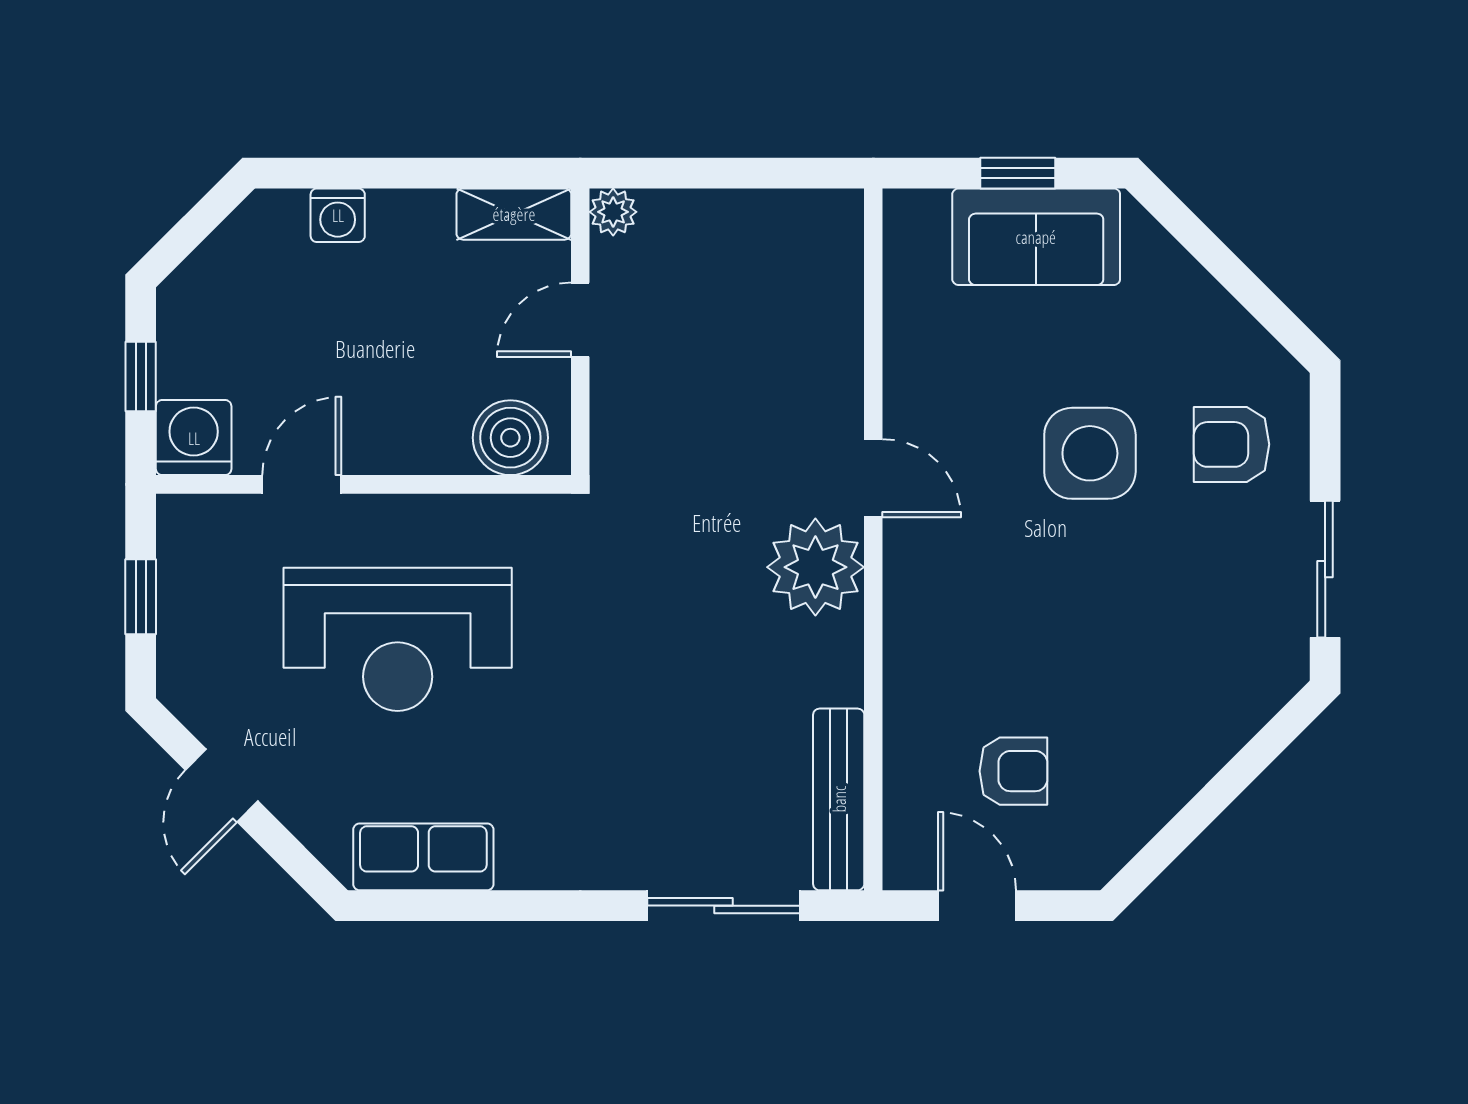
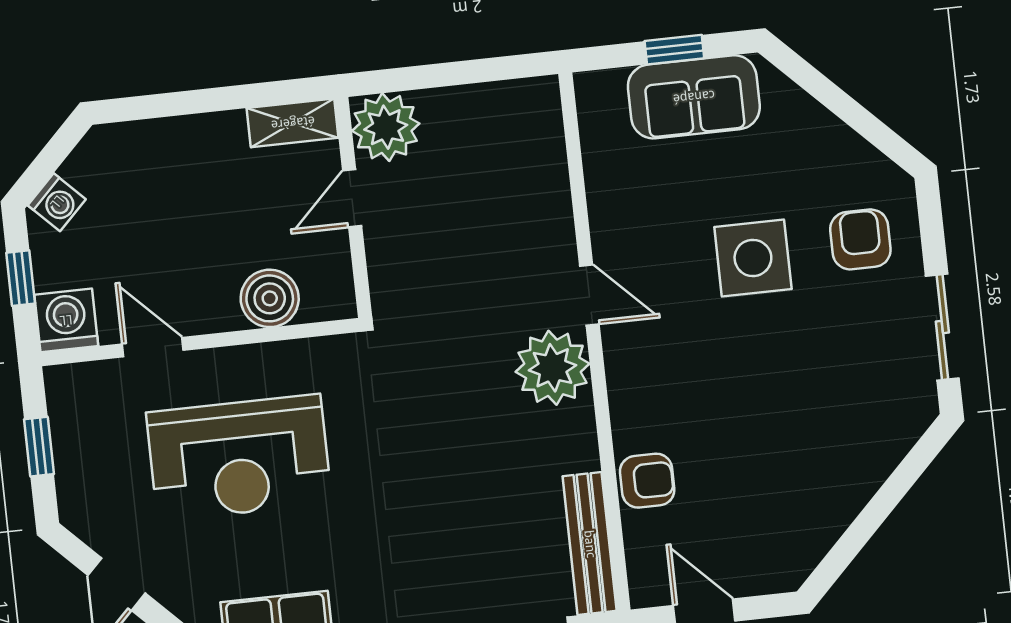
plant: (613, 212) -> (386, 127), width x1.87, depth x1.87
washing machine: (338, 215) -> (57, 202), moved, turned -45
boiler: (510, 438) -> (270, 298), moved
armchair: (1232, 444) -> (860, 239), turned 90
door: (302, 484) -> (153, 347), hinge flipped
armchair: (1013, 771) -> (647, 481), moved

